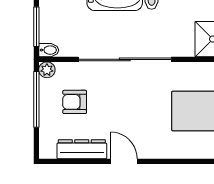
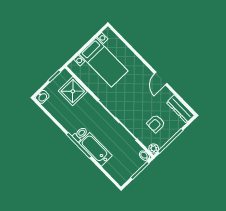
armchair: (75, 102) -> (156, 124), turned 90
dresser: (82, 149) -> (180, 109), moved

